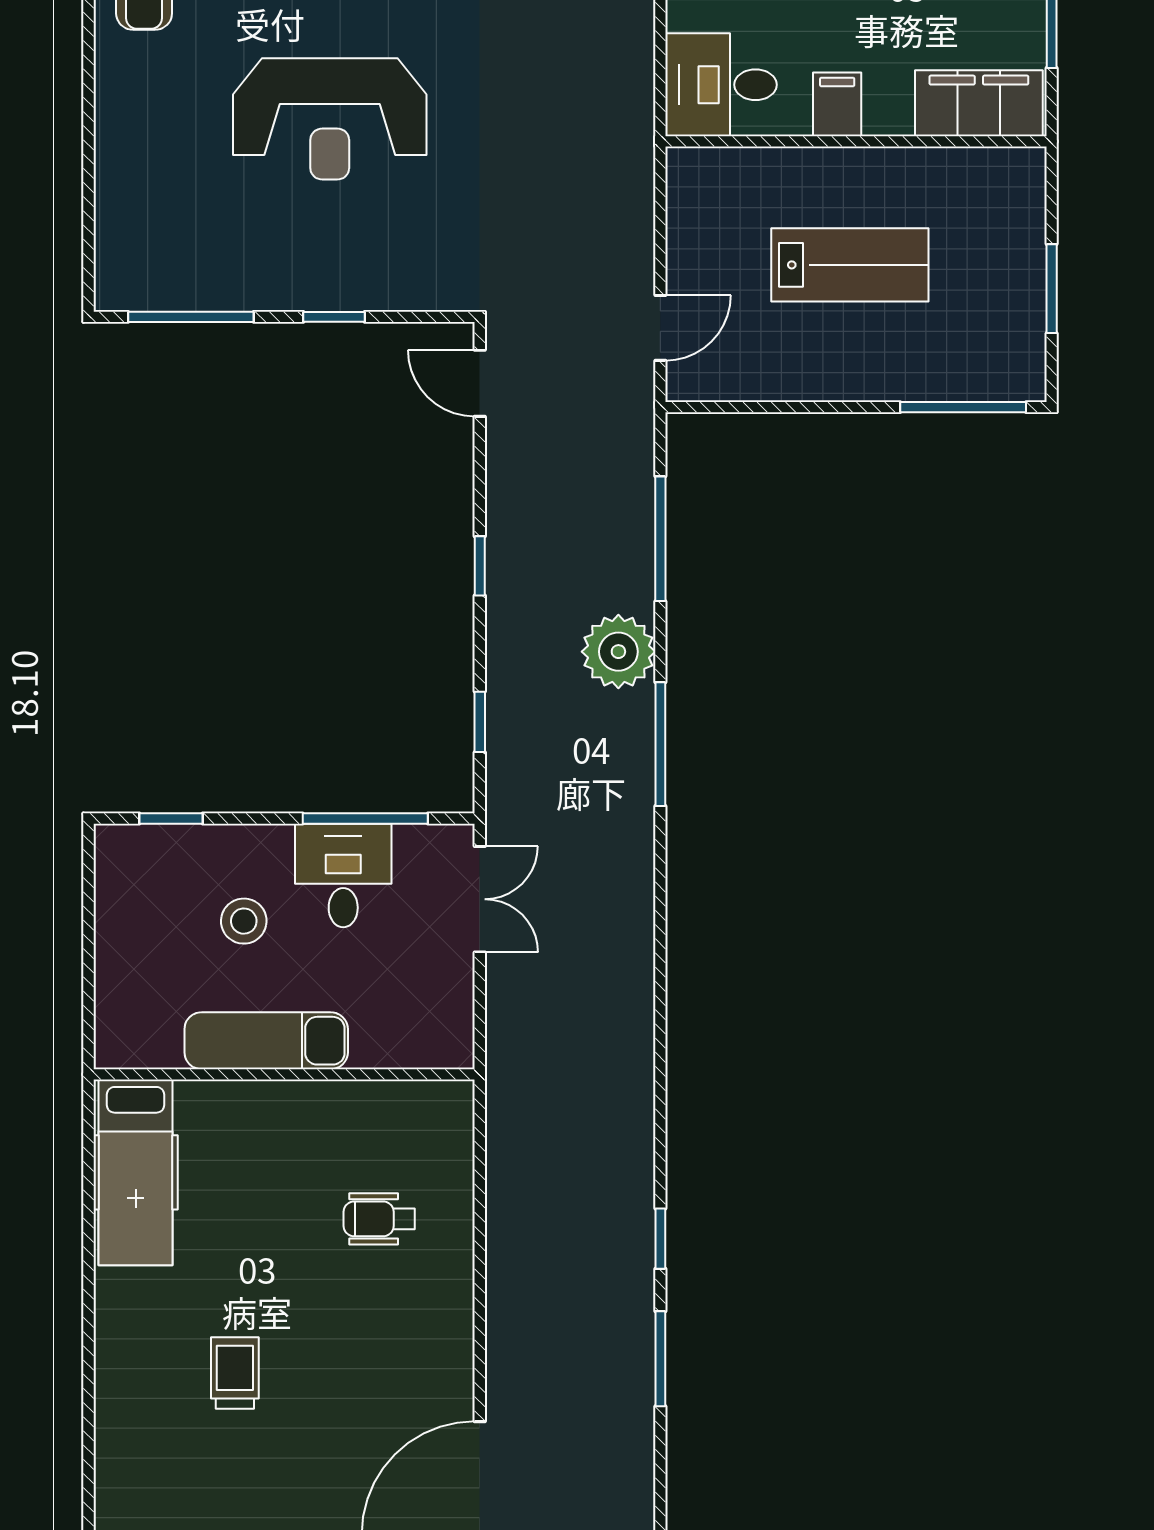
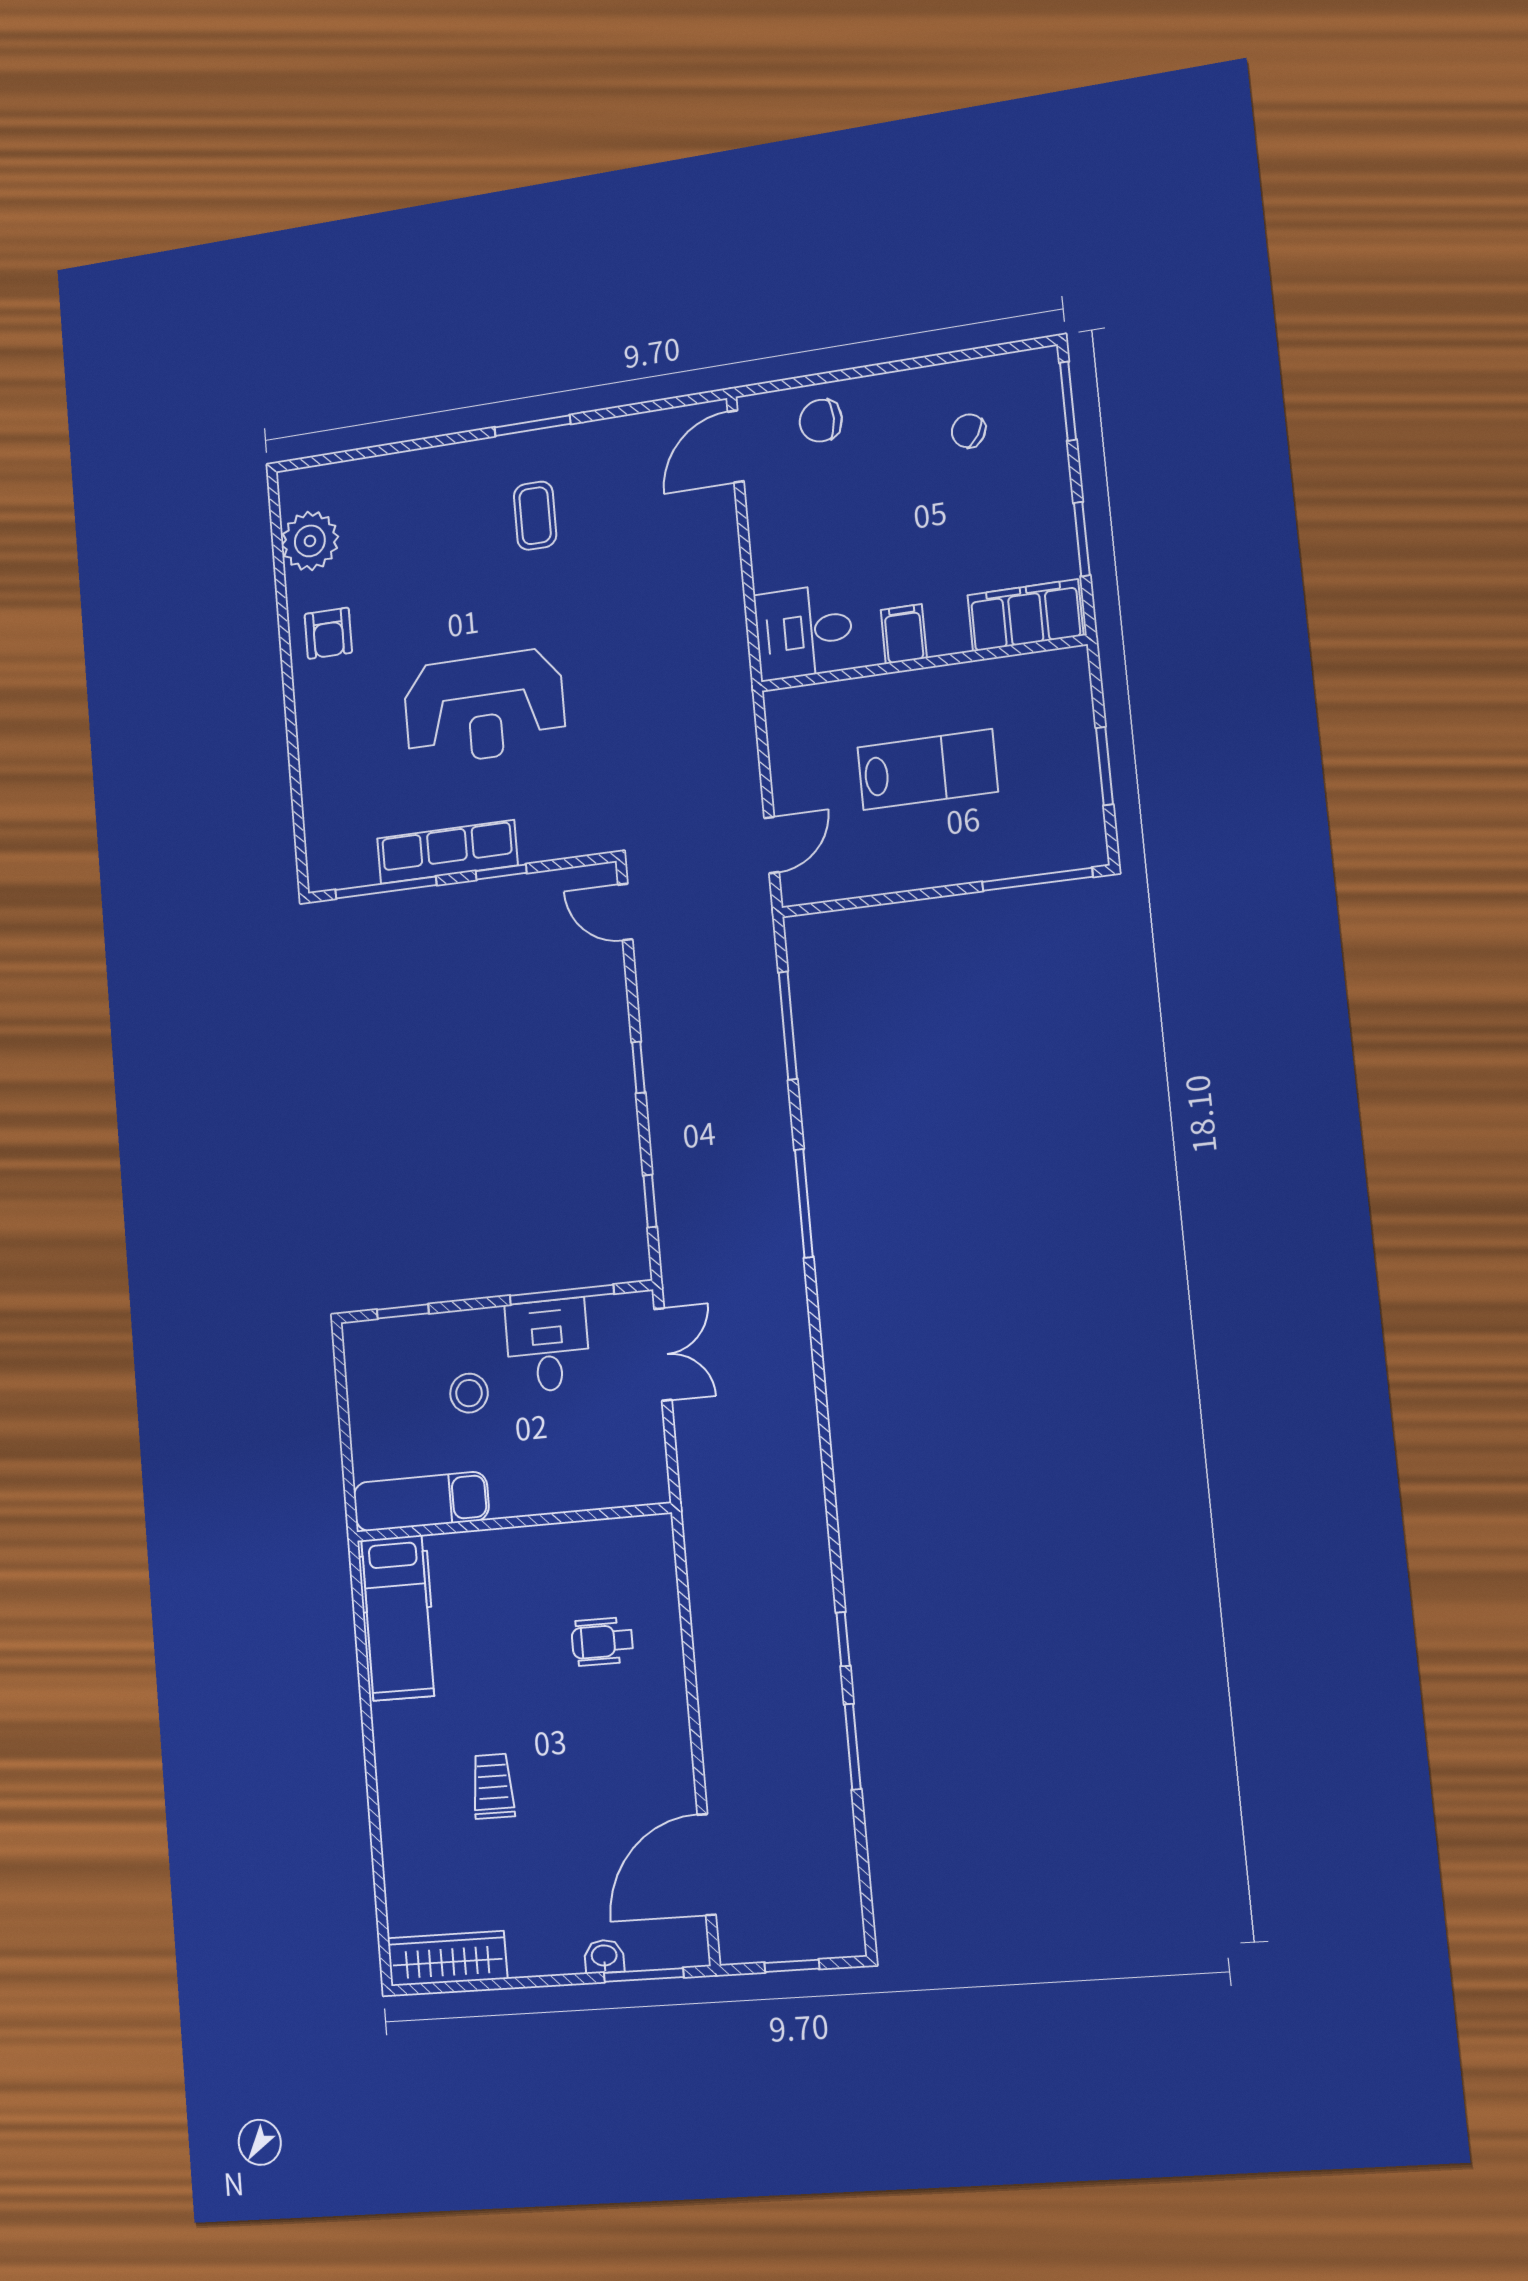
row of seats: (270, 284) -> (447, 852), added
plant: (618, 652) -> (761, 1127), removed
exam couch: (266, 1041) -> (421, 1501), moved

